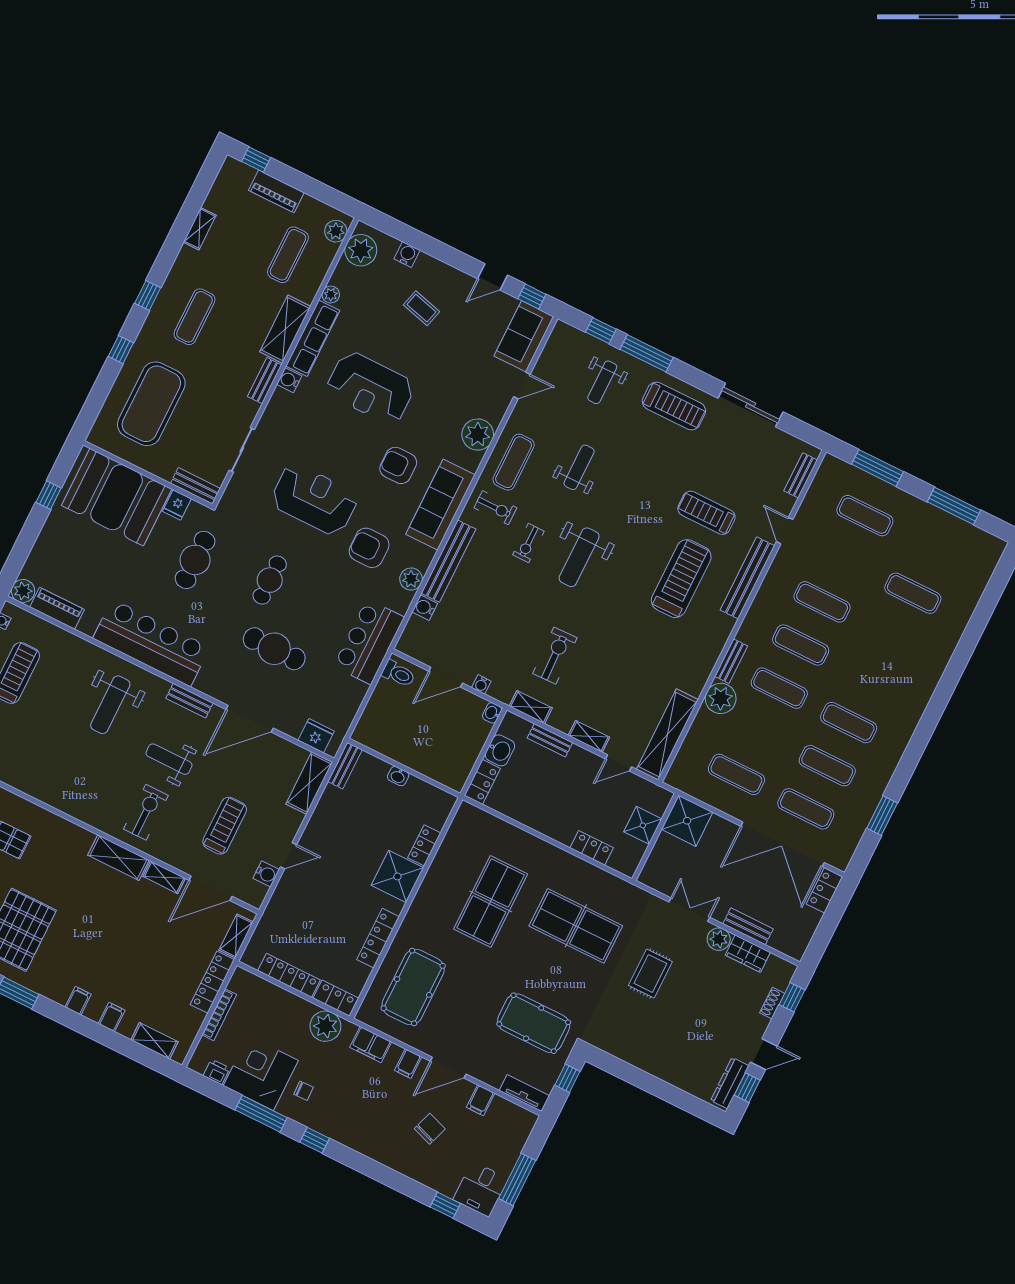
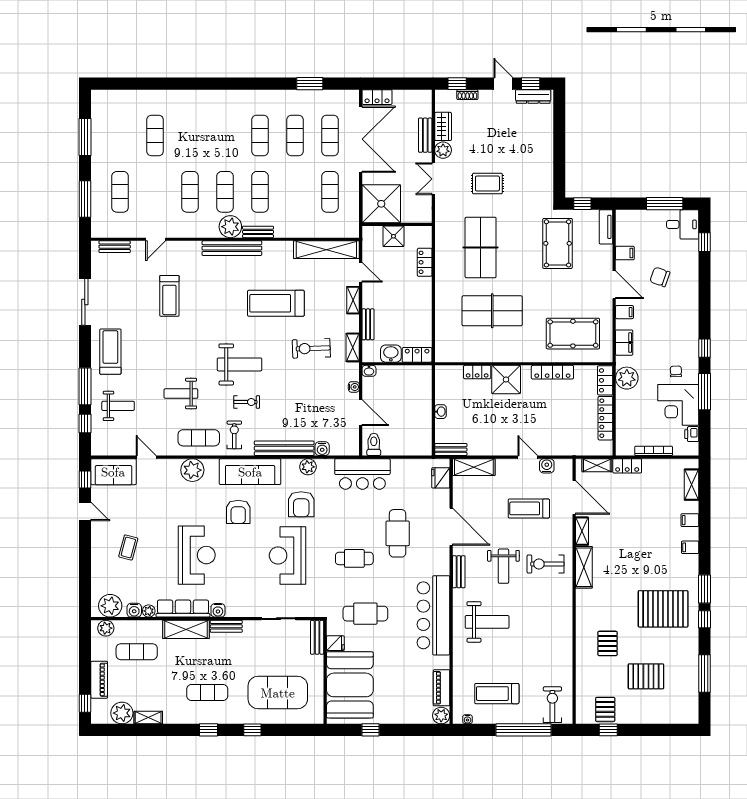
plant: (221, 199) -> (122, 713), added
water cooler: (407, 254) -> (134, 610), moved, turned -90
bench: (747, 578) -> (232, 248), moved
treadmill: (681, 579) -> (276, 303), moved
plant: (721, 698) -> (230, 227), moved
shower: (687, 821) -> (381, 204), width x1.37, depth x1.37
locker: (212, 982) -> (627, 466), width x0.66

